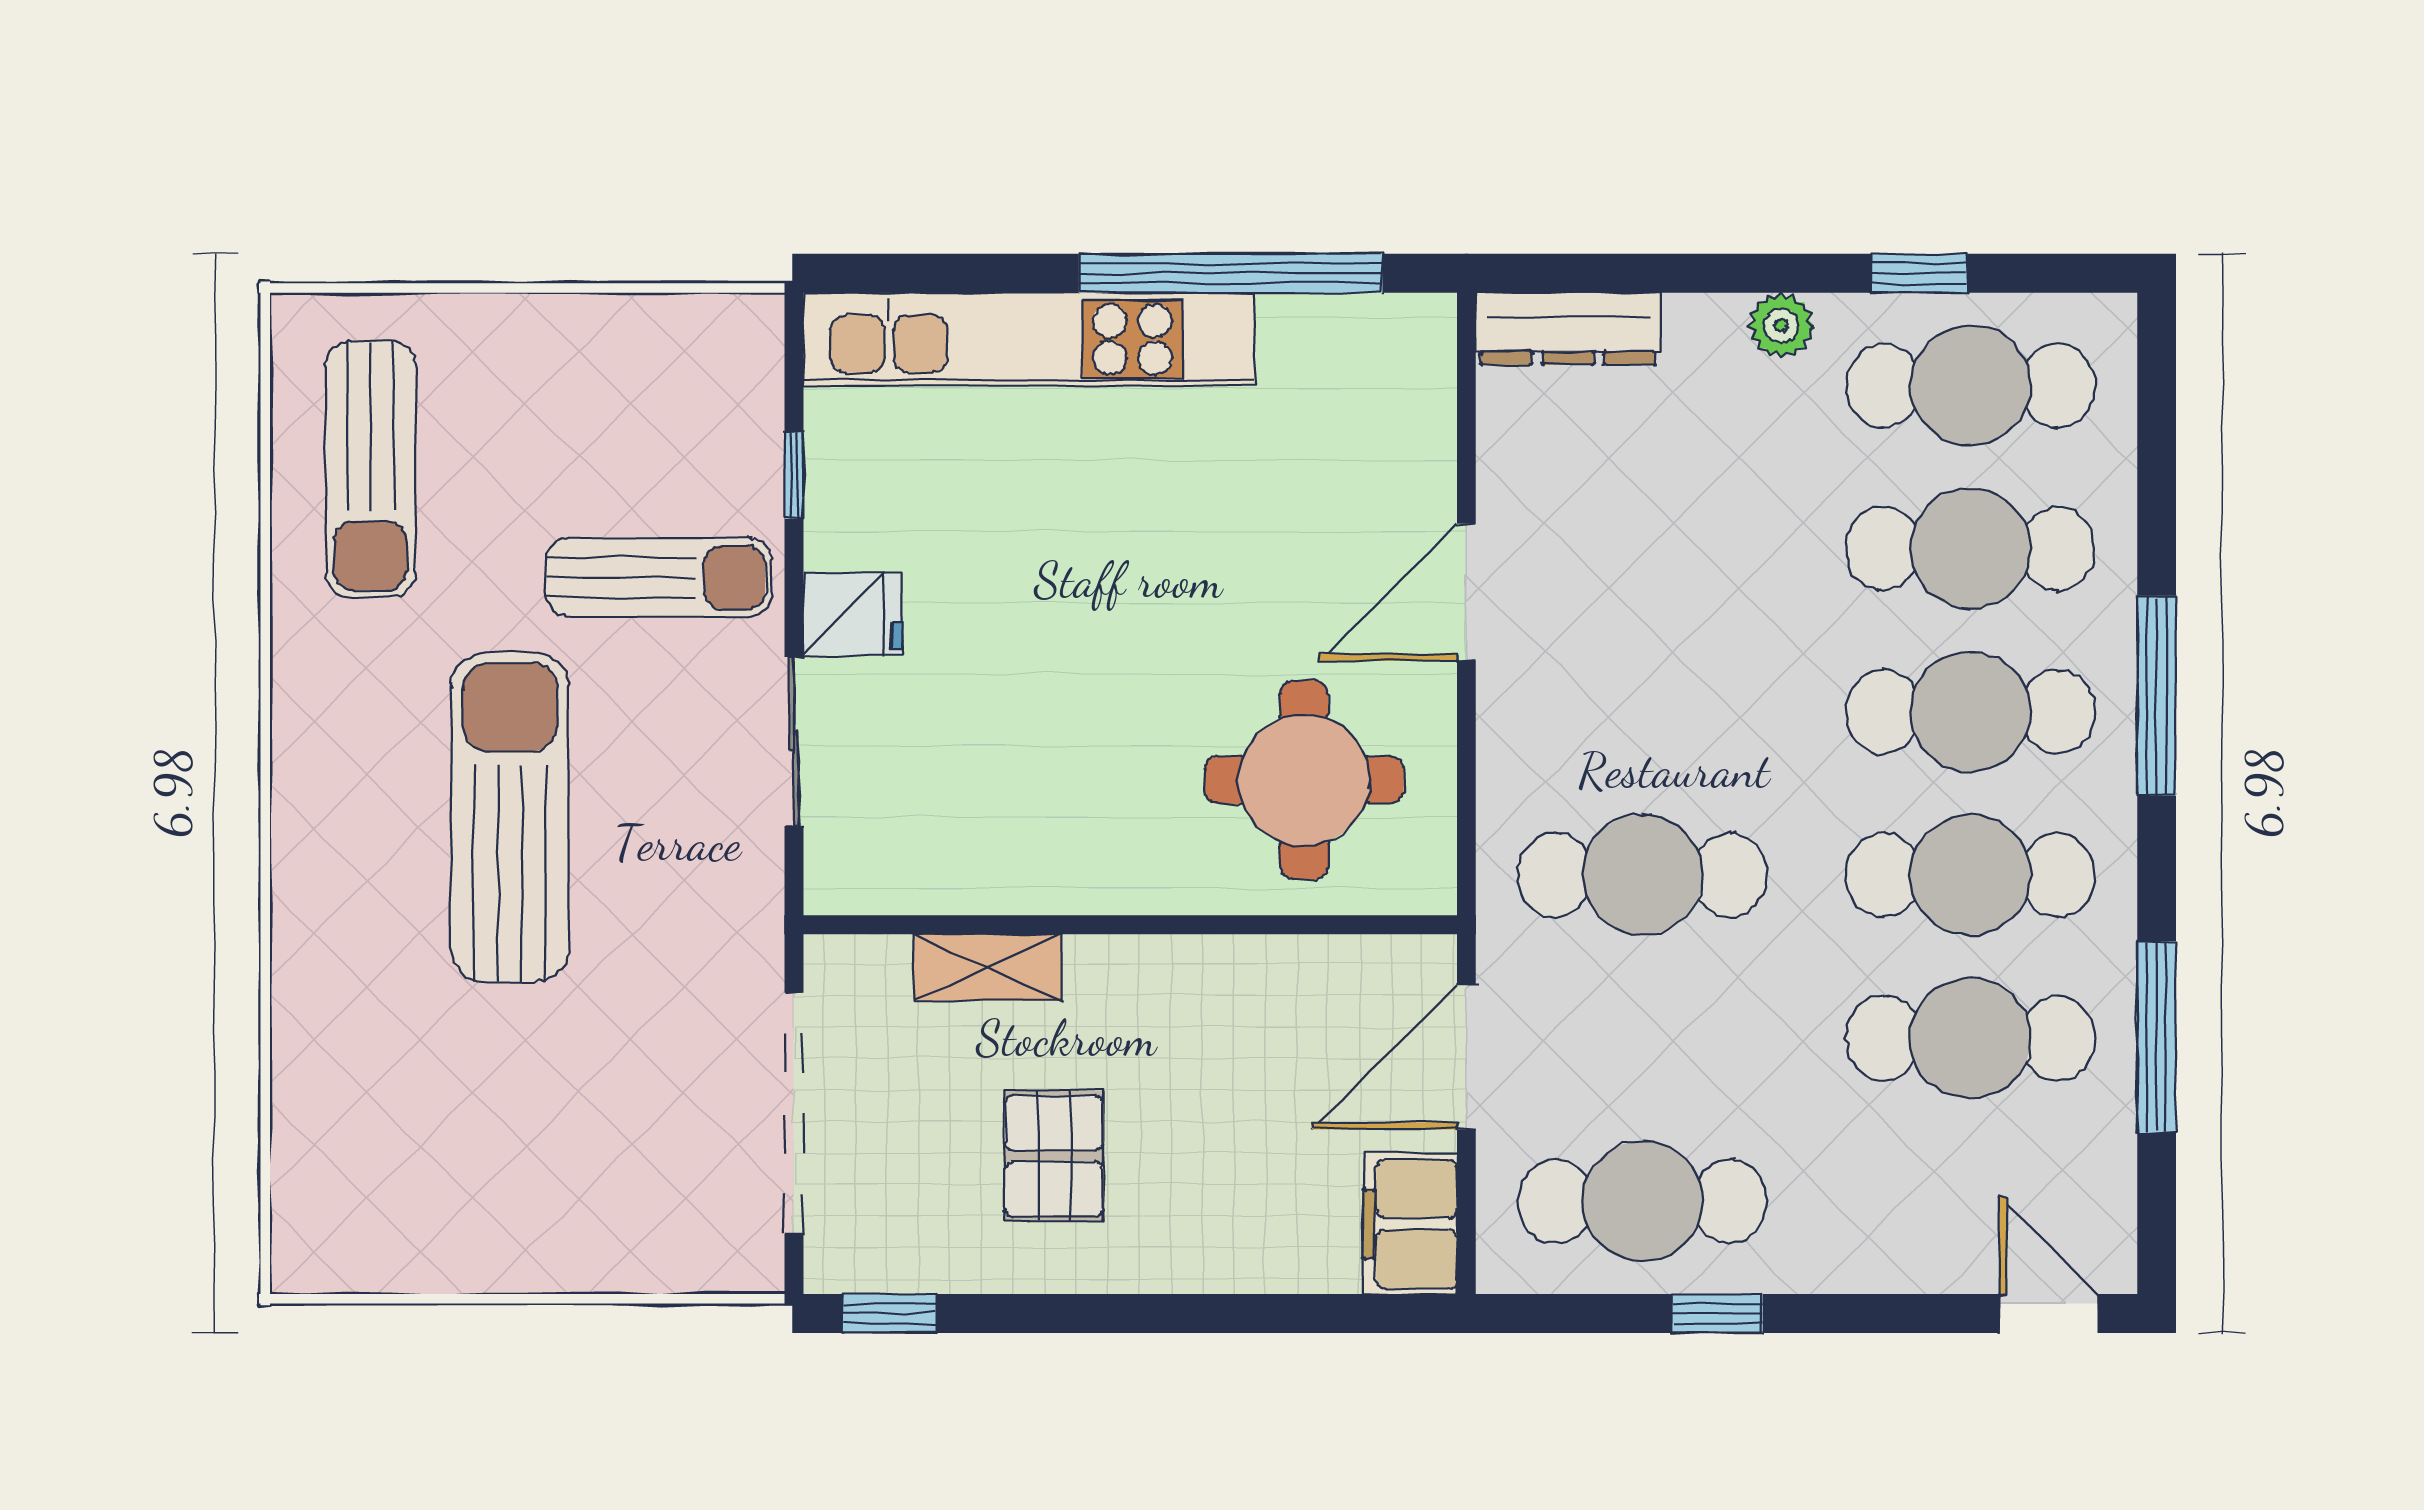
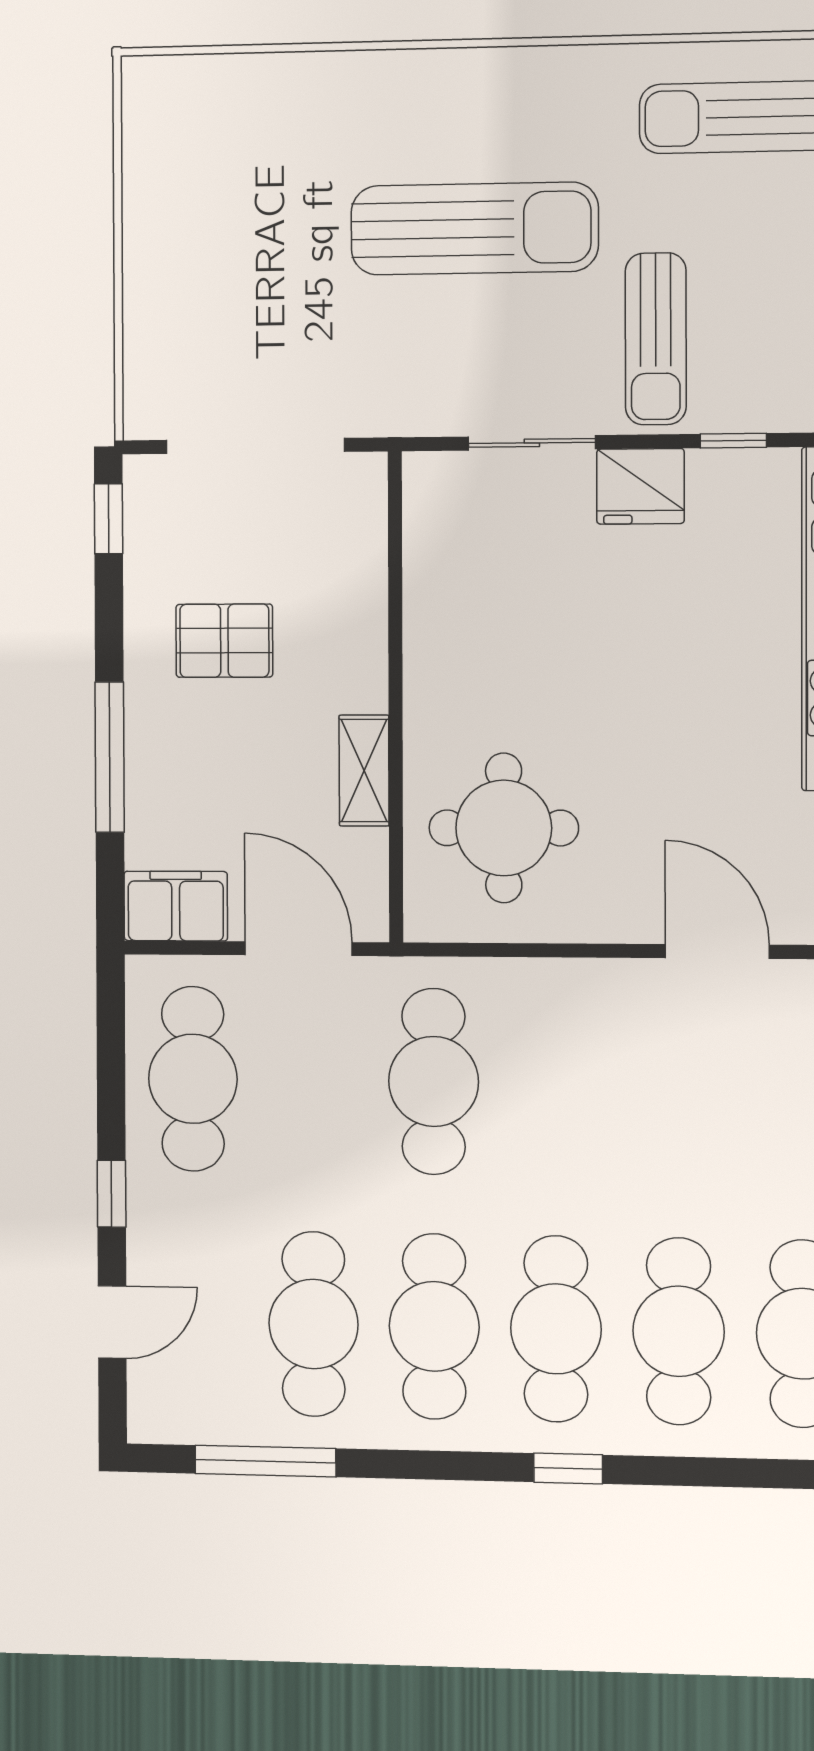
door: (1466, 592) -> (717, 951), moved
fridge: (853, 614) -> (640, 486), width x1.38
window: (2157, 696) -> (568, 1468), width x0.46
shelving: (987, 967) -> (364, 771), moved
window: (2157, 1037) -> (265, 1461), moved
window: (1210, 1314) -> (110, 757), added
window: (1717, 1314) -> (112, 1194), moved
door: (2049, 1314) -> (112, 1322), moved

